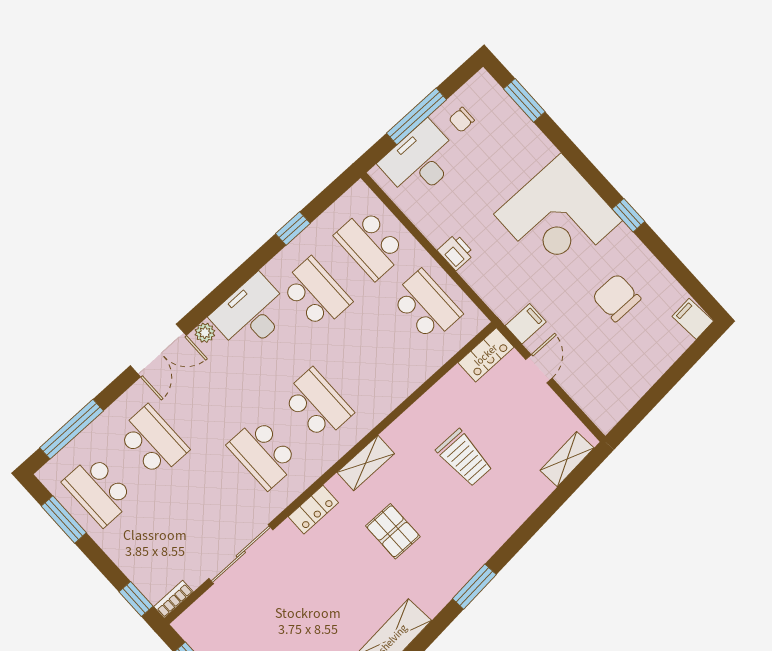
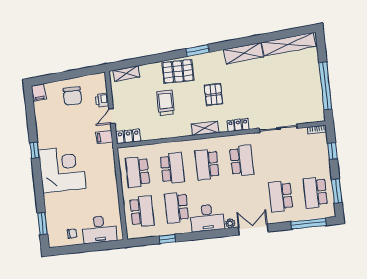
window: (416, 116) -> (88, 247), removed
printer: (456, 252) -> (102, 100), moved
chair: (616, 298) -> (72, 96), moved
school desk: (372, 355) -> (172, 168), added
school desk: (98, 491) -> (315, 192), turned 180
pallet: (482, 527) -> (178, 71), added
window: (136, 599) -> (332, 151), moved

